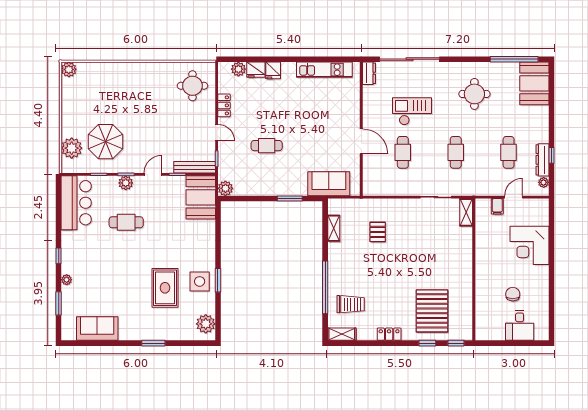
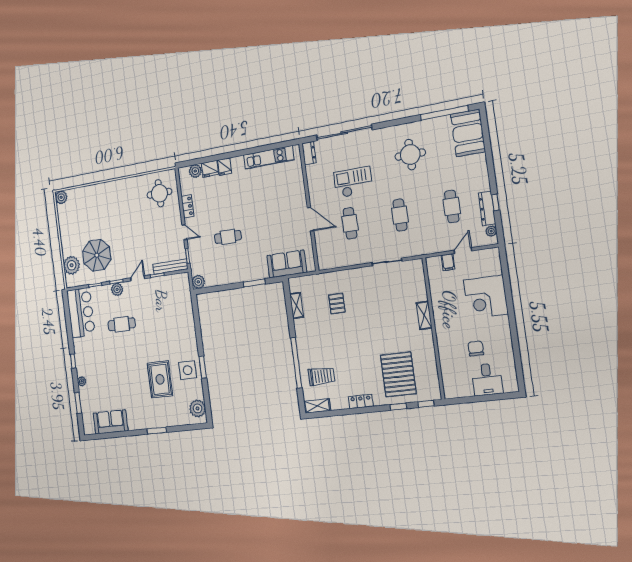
booth: (201, 197) -> (179, 293), removed
shelving: (466, 212) -> (424, 315), moved

